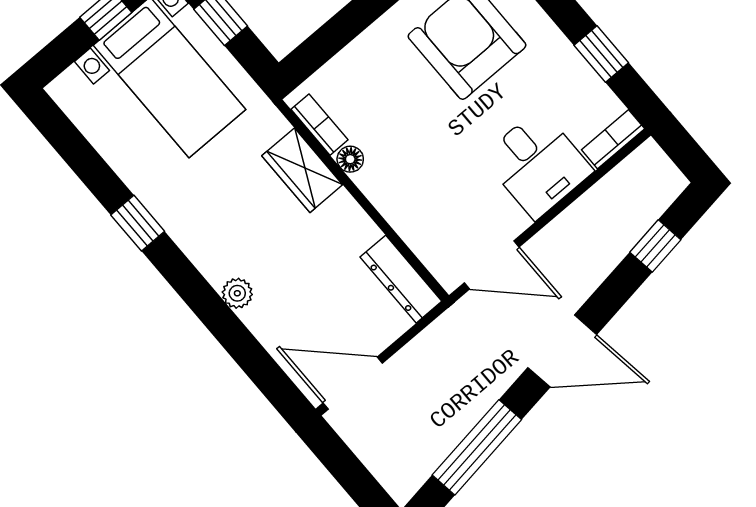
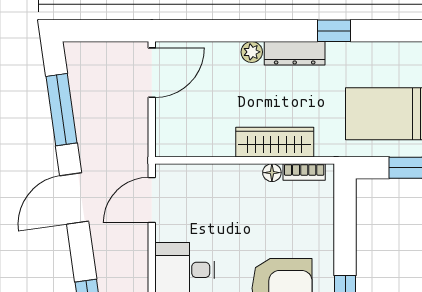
wardrobe: (302, 170) -> (275, 142), width x1.50
dresser: (401, 279) -> (295, 53), moved, turned 180

